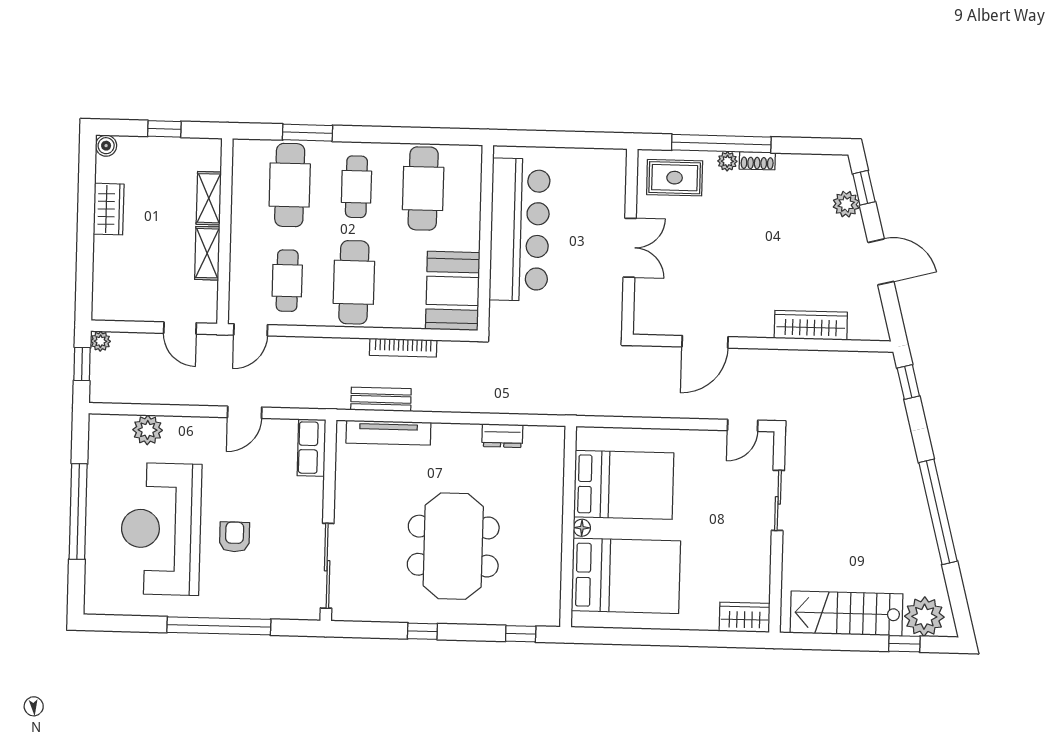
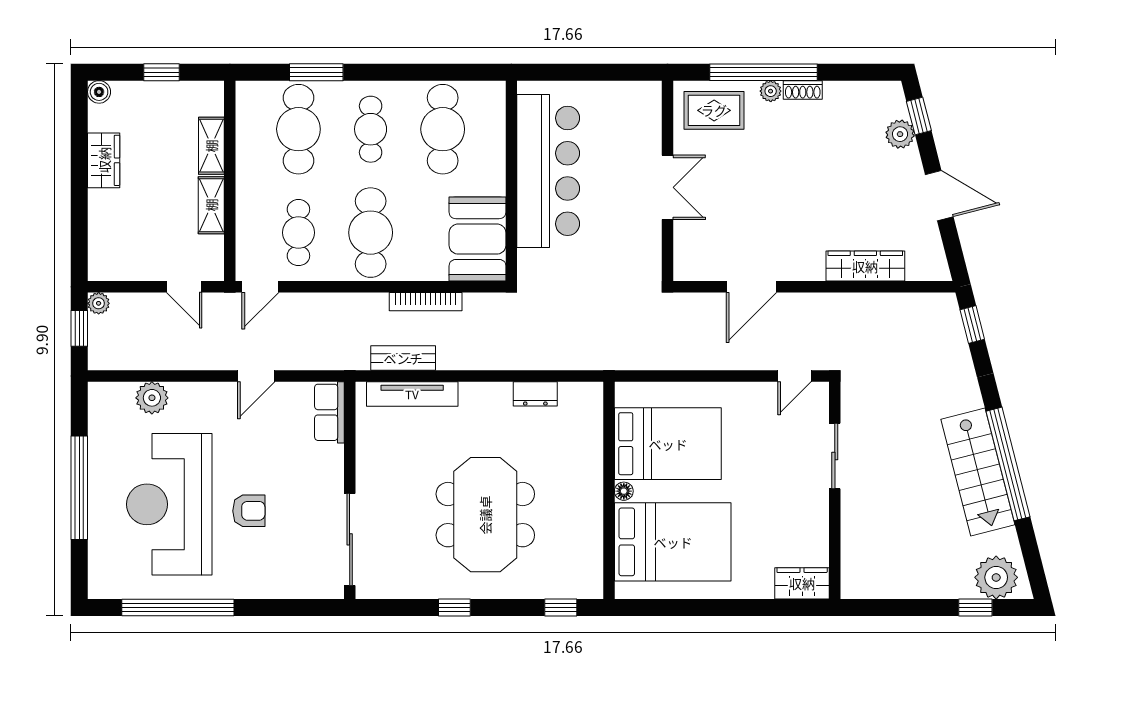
armchair: (235, 537) -> (249, 511), turned 90
stairs: (846, 613) -> (978, 472), moved, turned -104
window: (219, 626) -> (178, 607), moved

